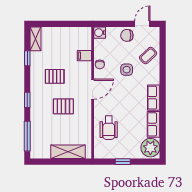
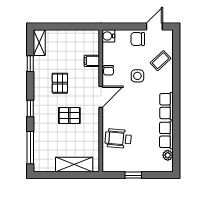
pallet: (55, 76) -> (60, 83), turned 90
wheelchair: (109, 128) -> (118, 138), turned 95
plant: (150, 148) -> (168, 155), width x0.53, depth x0.53

